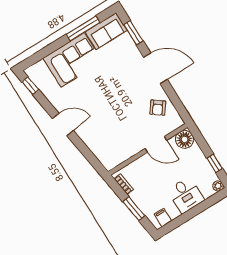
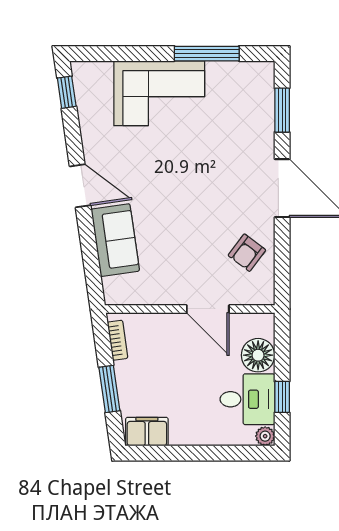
sofa: (106, 31) -> (115, 240), moved, turned -98
floor lamp: (185, 139) -> (258, 355), moved
desk: (186, 195) -> (247, 399), moved, turned -90
filing cabinet: (163, 217) -> (147, 432), width x2.00

